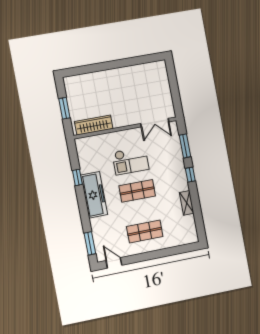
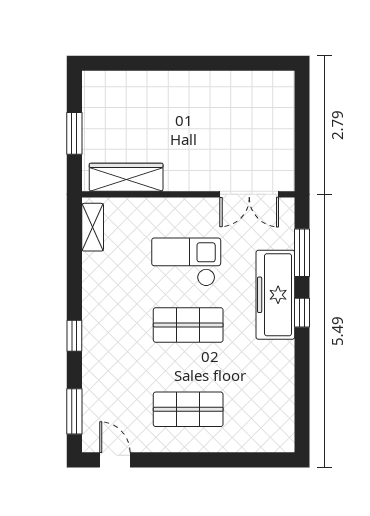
checkout: (131, 161) -> (186, 262), turned 180
window: (77, 177) -> (74, 336), moved
freezer: (94, 195) -> (275, 295), moved, turned 180
shelving: (187, 203) -> (93, 227), moved

